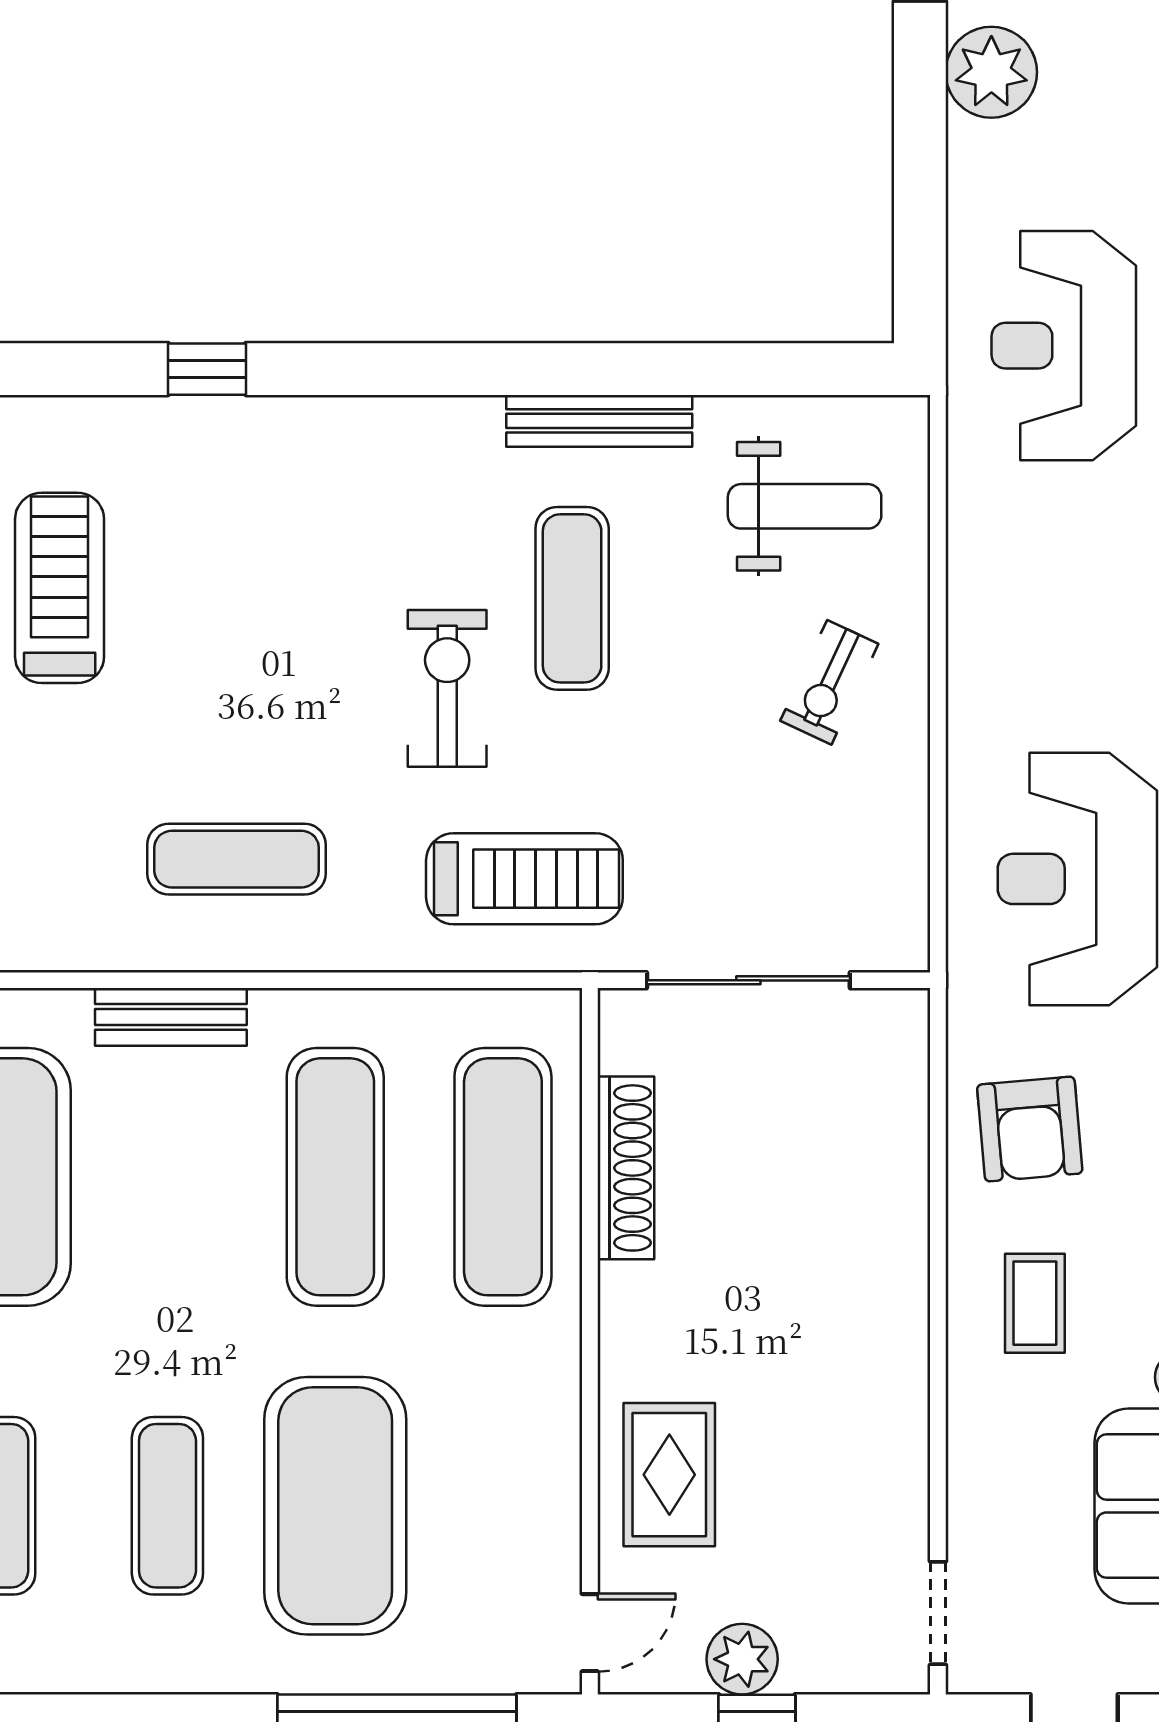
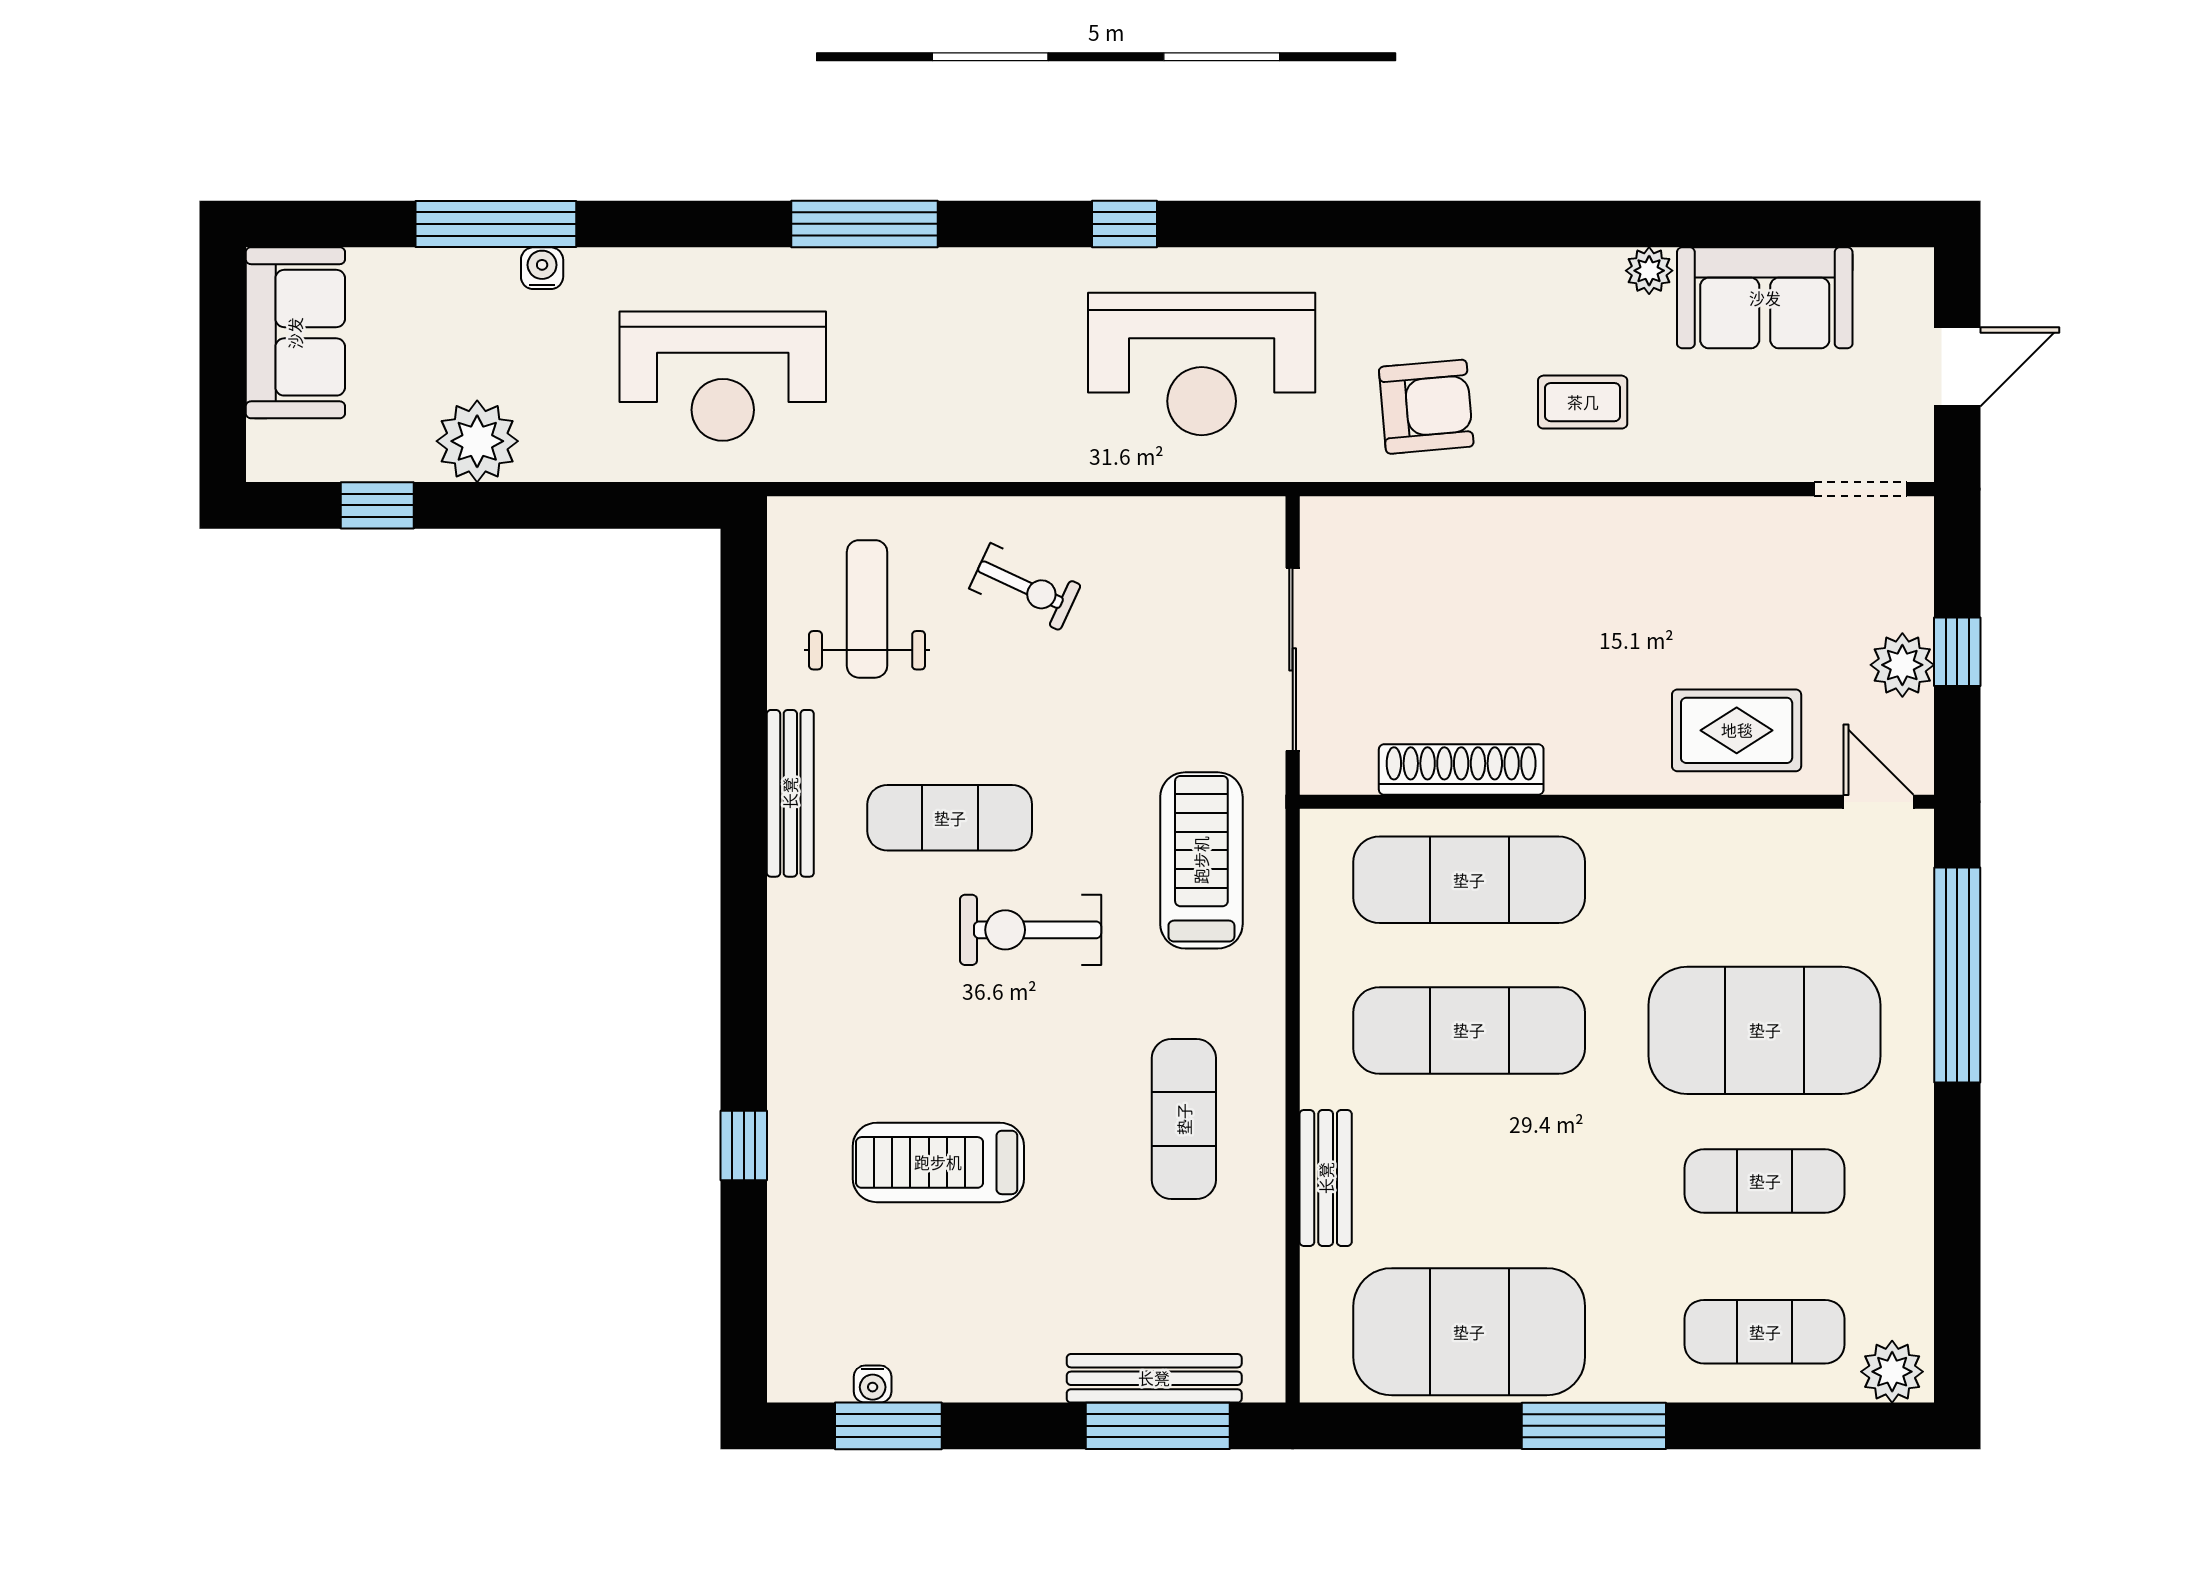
treadmill: (60, 588) -> (938, 1162), moved

